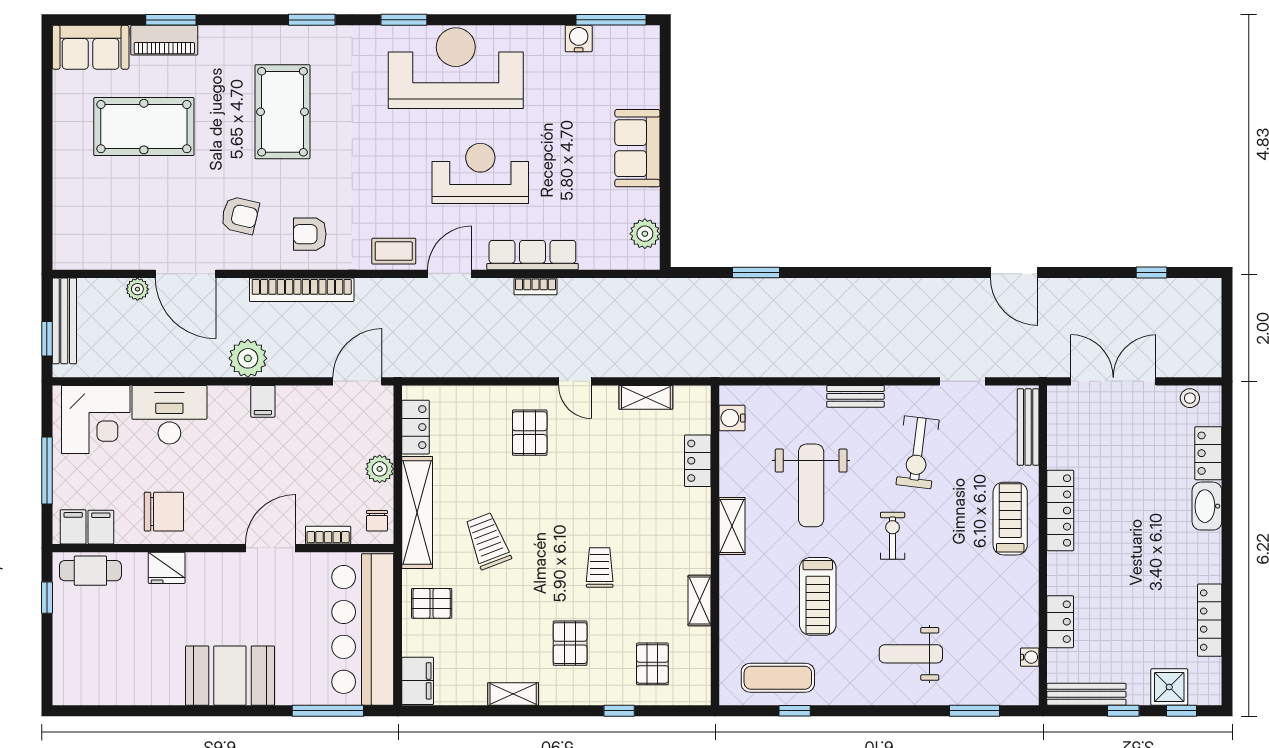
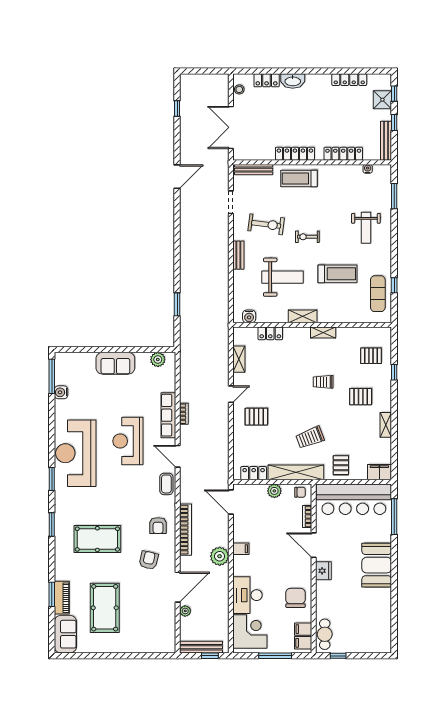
fridge: (167, 568) -> (323, 571), moved
shelving: (700, 600) -> (323, 332), moved
locker: (1060, 622) -> (343, 154), width x1.53

